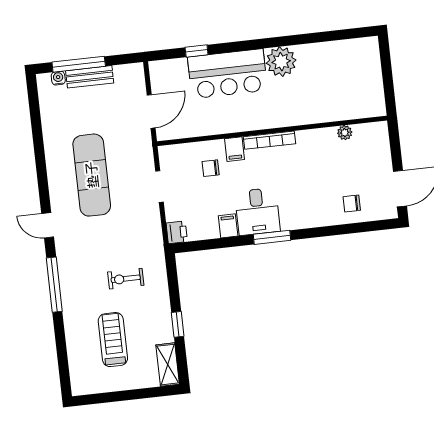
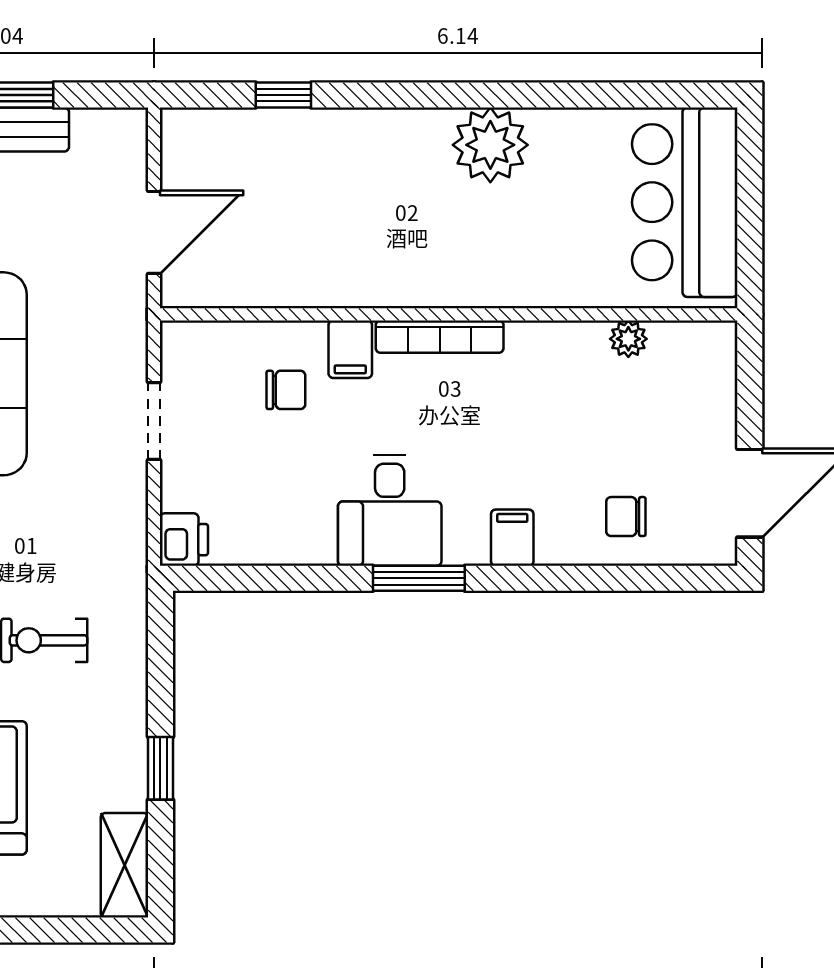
bar counter: (228, 74) -> (685, 202), moved, turned 90
chair: (211, 168) -> (286, 390), turned 180
filing cabinet: (228, 226) -> (512, 538), moved

